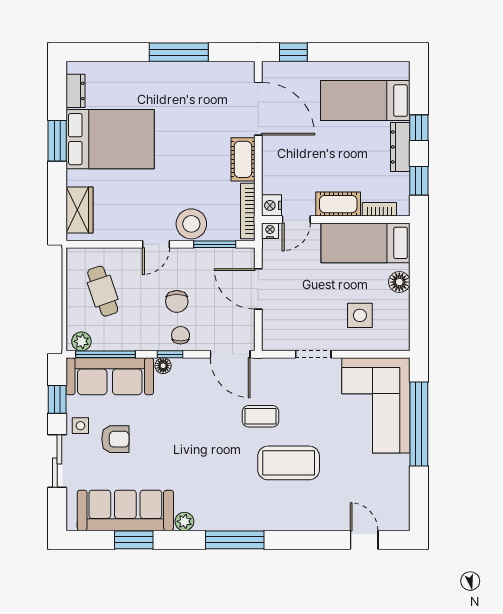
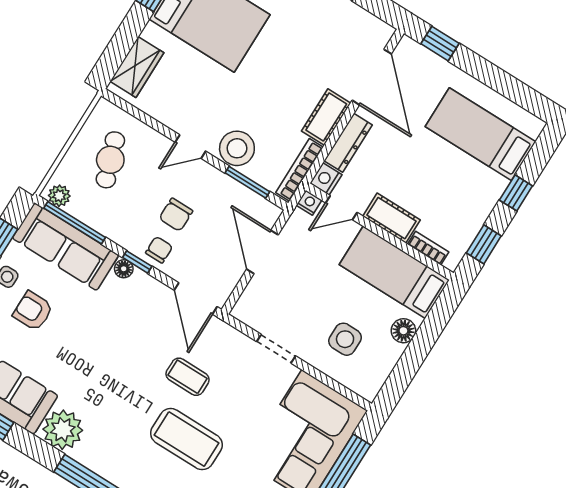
dresser: (400, 147) -> (348, 143), moved, turned 180
armchair: (115, 439) -> (33, 311), turned 180
plant: (184, 521) -> (63, 430), width x1.87, depth x1.87

